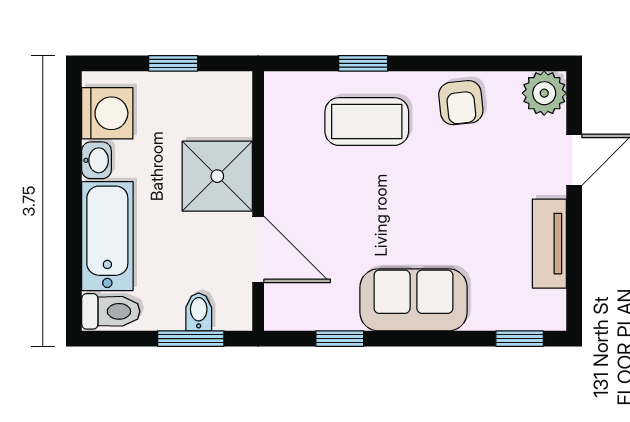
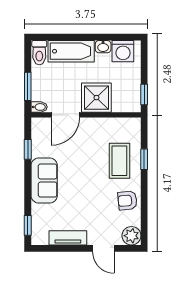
window: (173, 63) -> (144, 94), moved
bidet: (199, 312) -> (39, 107), moved

